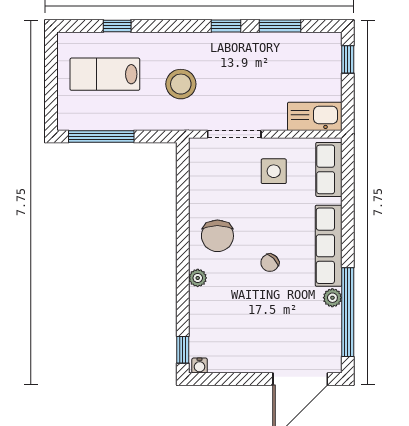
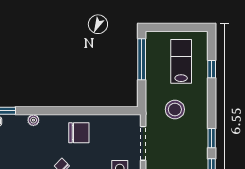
chair: (217, 236) -> (79, 133), turned 180
plant: (198, 278) -> (33, 120), moved

